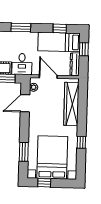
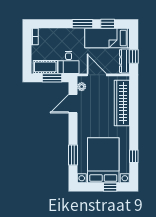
window: (21, 27) -> (82, 24), moved
window: (84, 49) -> (134, 57), moved
window: (81, 142) -> (134, 156), moved
window: (44, 183) -> (110, 187), moved

